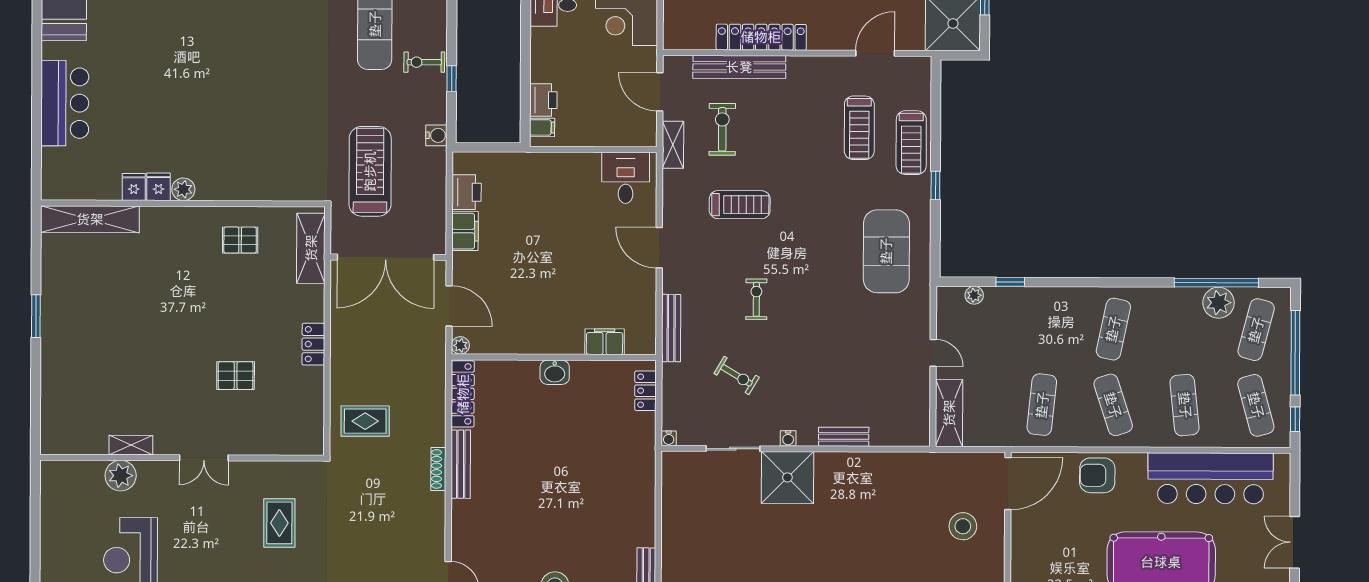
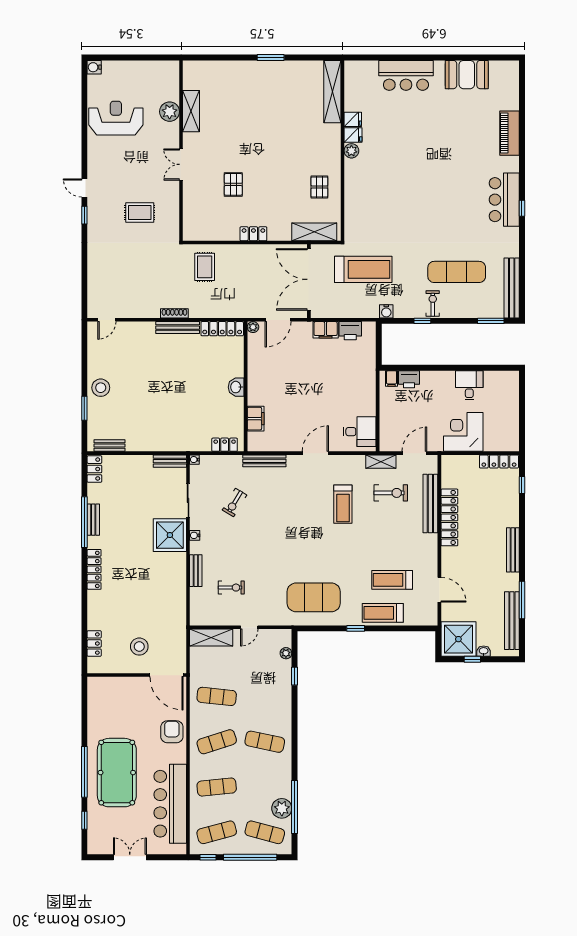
exercise bike: (756, 299) -> (231, 588), moved
shelving: (131, 445) -> (191, 111), width x1.50, depth x1.33
bench: (671, 477) -> (170, 461), added

